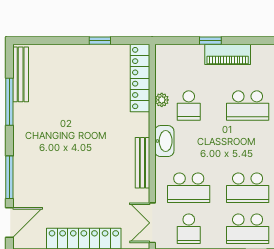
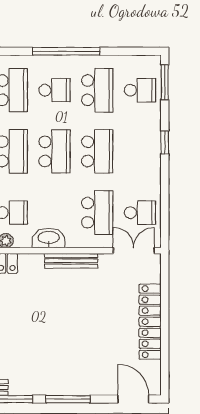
window: (9, 177) -> (68, 399), moved
double door: (152, 223) -> (134, 251), swing flipped
school desk: (248, 229) -> (54, 151), moved

